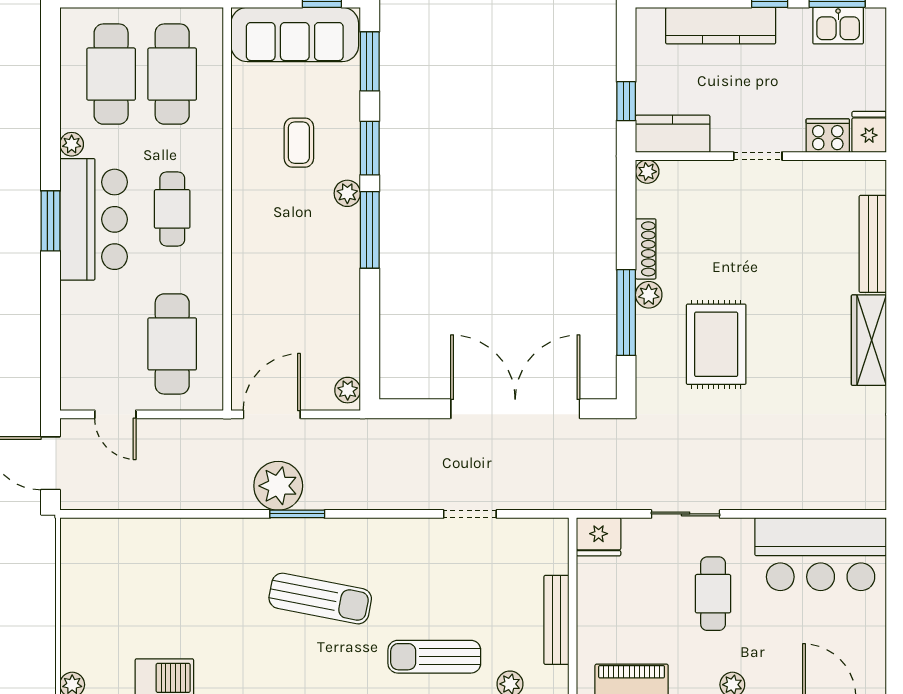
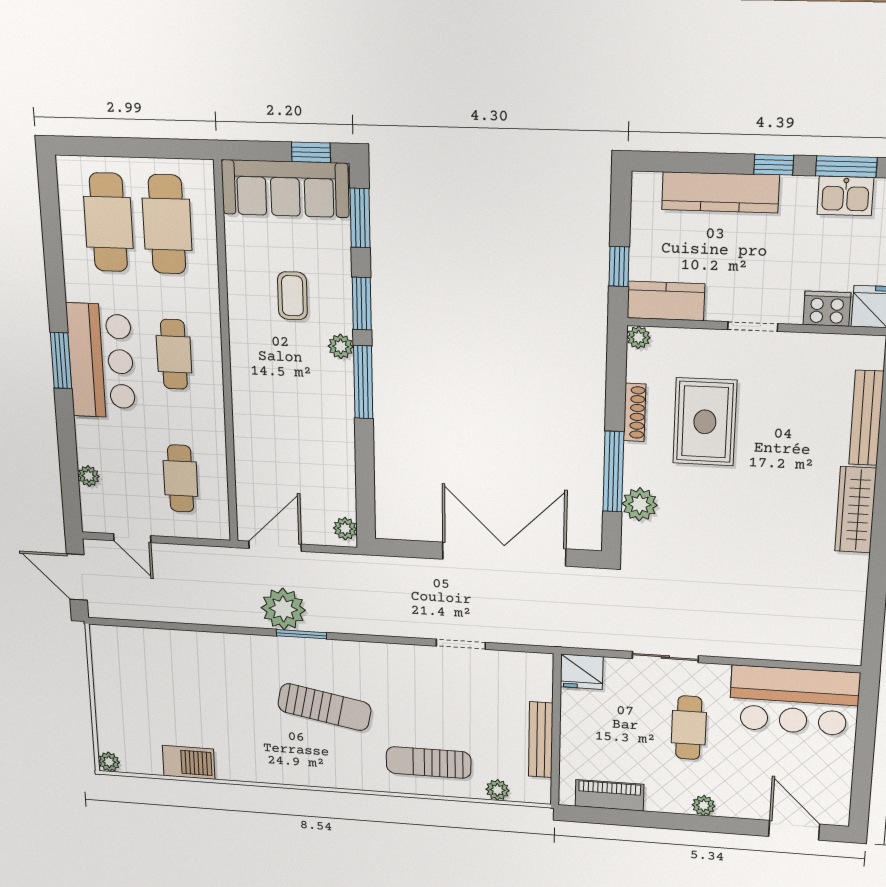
plant: (72, 144) -> (89, 476), moved
plant: (649, 295) -> (640, 504), moved, width x1.38, depth x1.38
cafe table: (172, 344) -> (181, 478), width x0.73, depth x0.74
rug: (716, 344) -> (705, 422), moved

